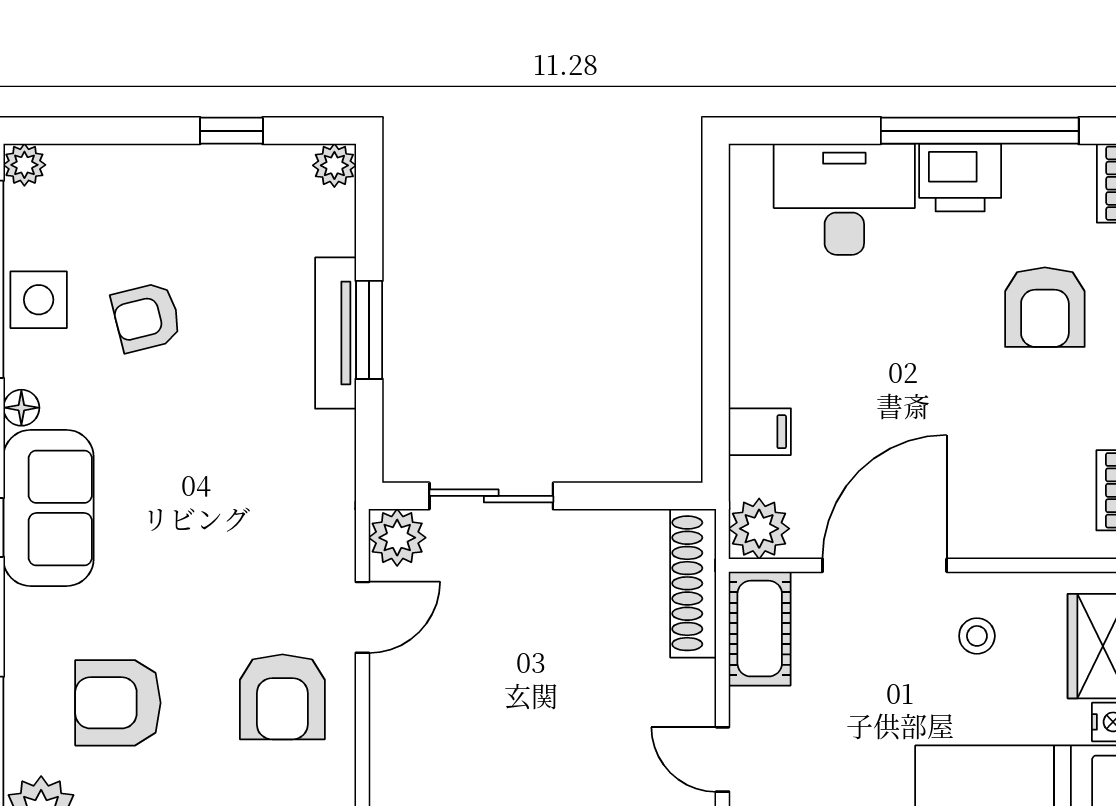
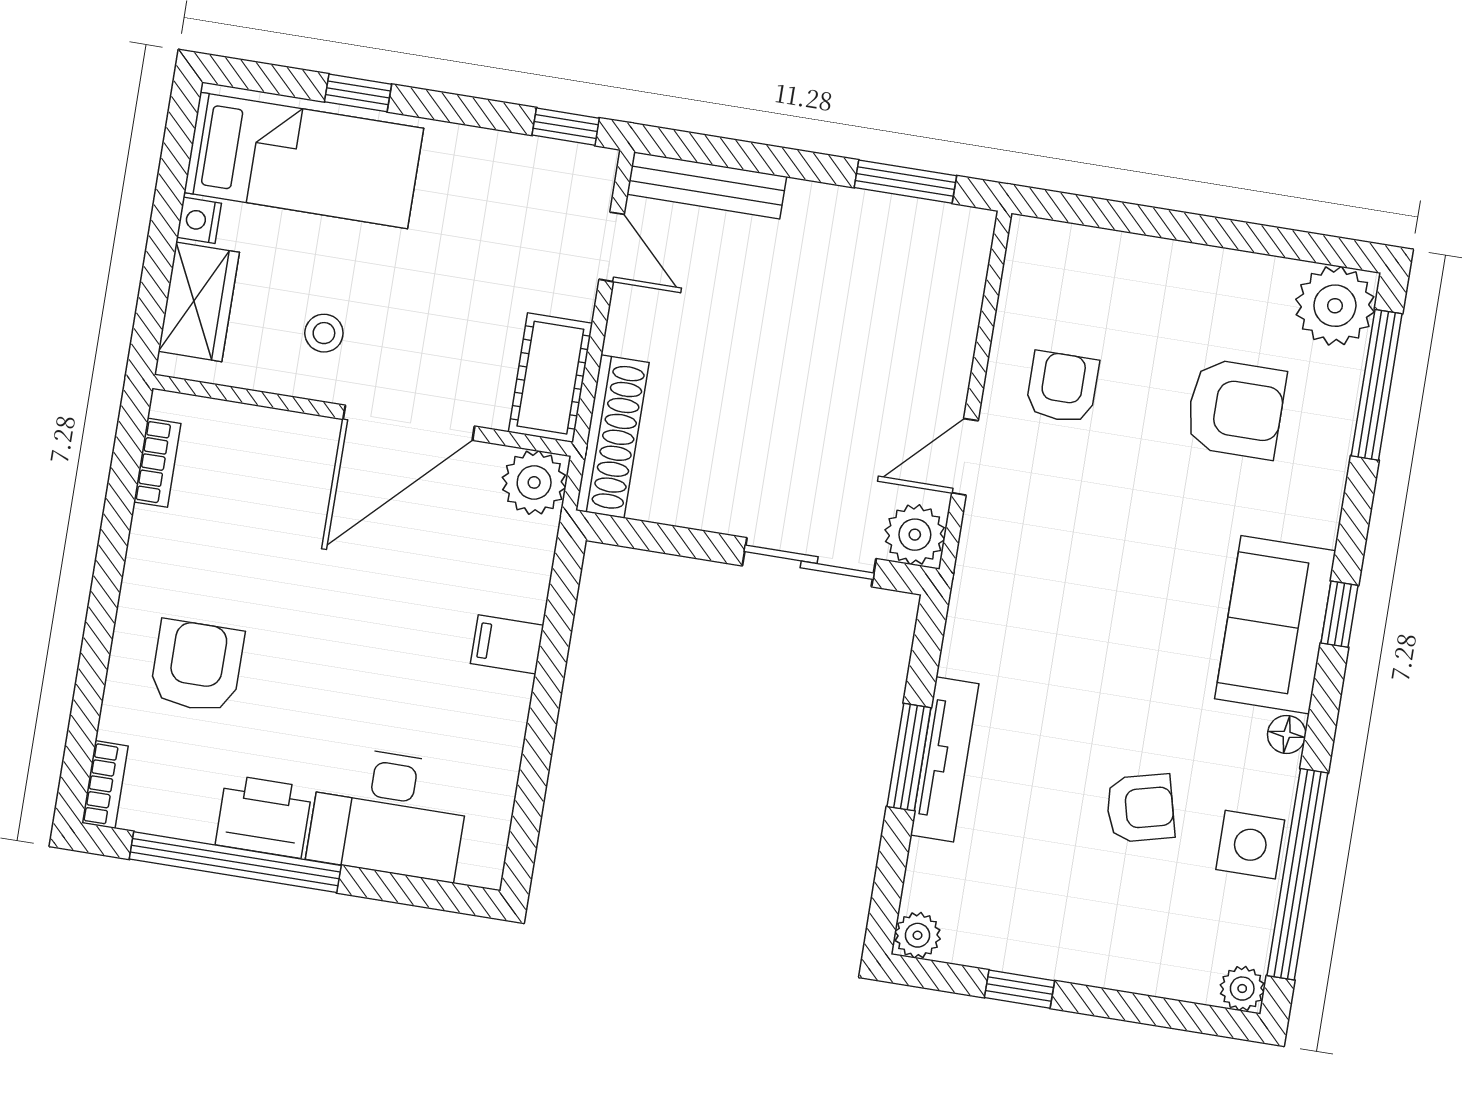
filing cabinet: (760, 432) -> (507, 644), moved
armchair: (282, 697) -> (1062, 387), width x0.72, depth x0.72

